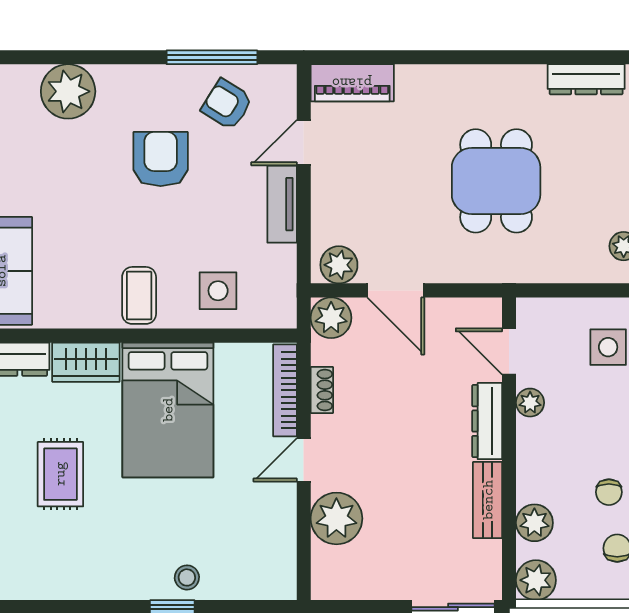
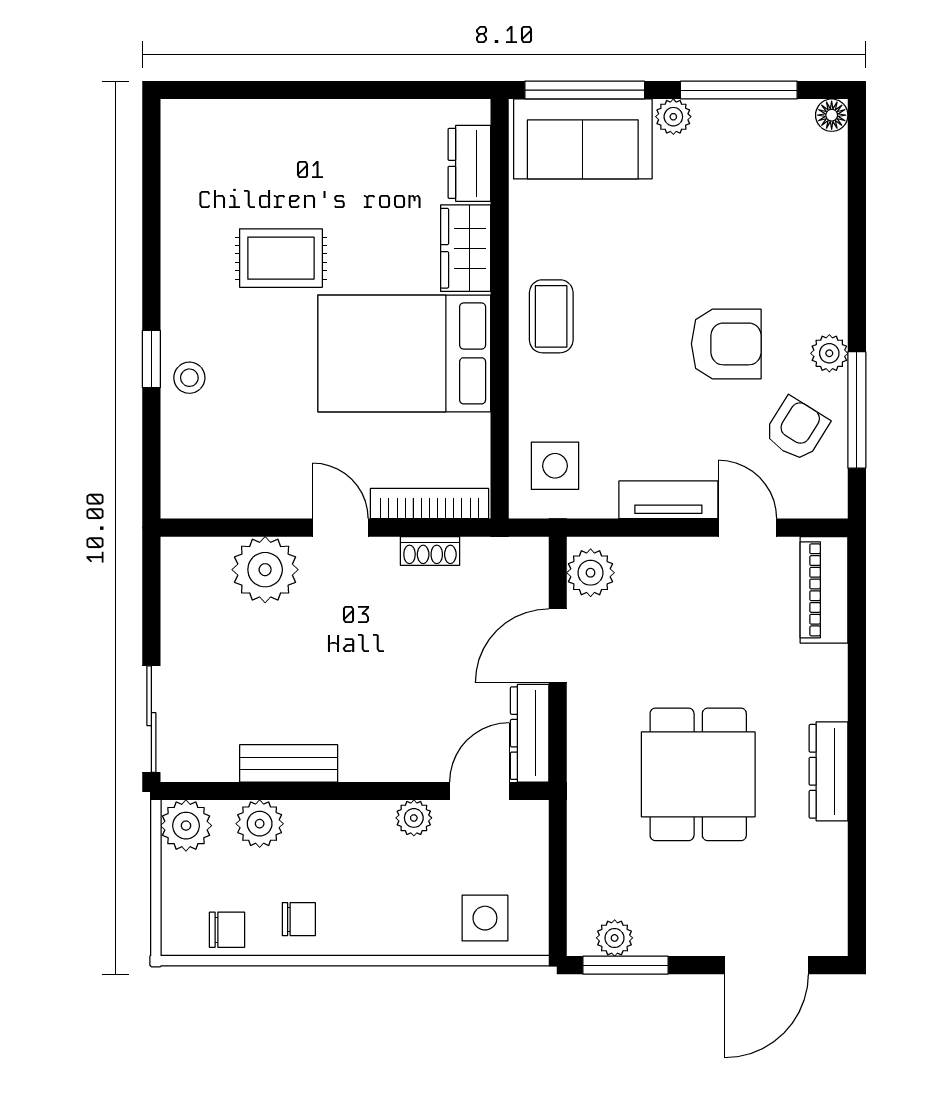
dresser: (586, 79) -> (829, 771), moved
plant: (68, 91) -> (829, 353), moved, width x0.53, depth x0.53
dining table: (496, 181) -> (698, 774), turned 90
side table: (218, 291) -> (555, 466), moved
coffee table: (139, 295) -> (551, 316), turned 90
plant: (331, 318) -> (523, 563), removed
dresser: (487, 421) -> (530, 733), moved, turned -90
rug: (60, 474) -> (281, 258), moved
chair: (609, 492) -> (299, 919), turned 180

